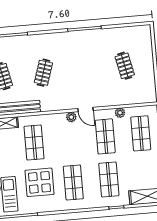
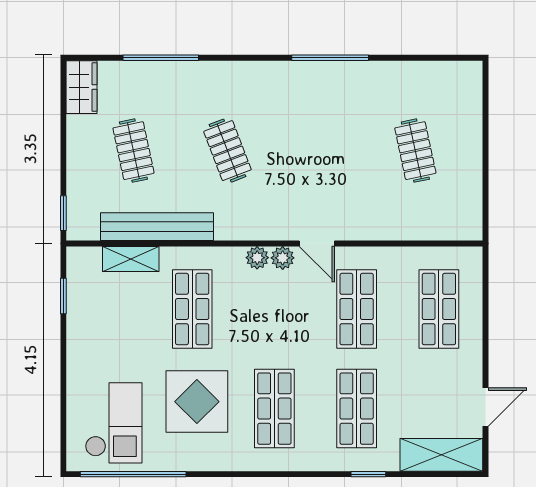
clothes rail: (43, 73) -> (227, 151), turned -39
plant: (120, 113) -> (257, 258), moved

